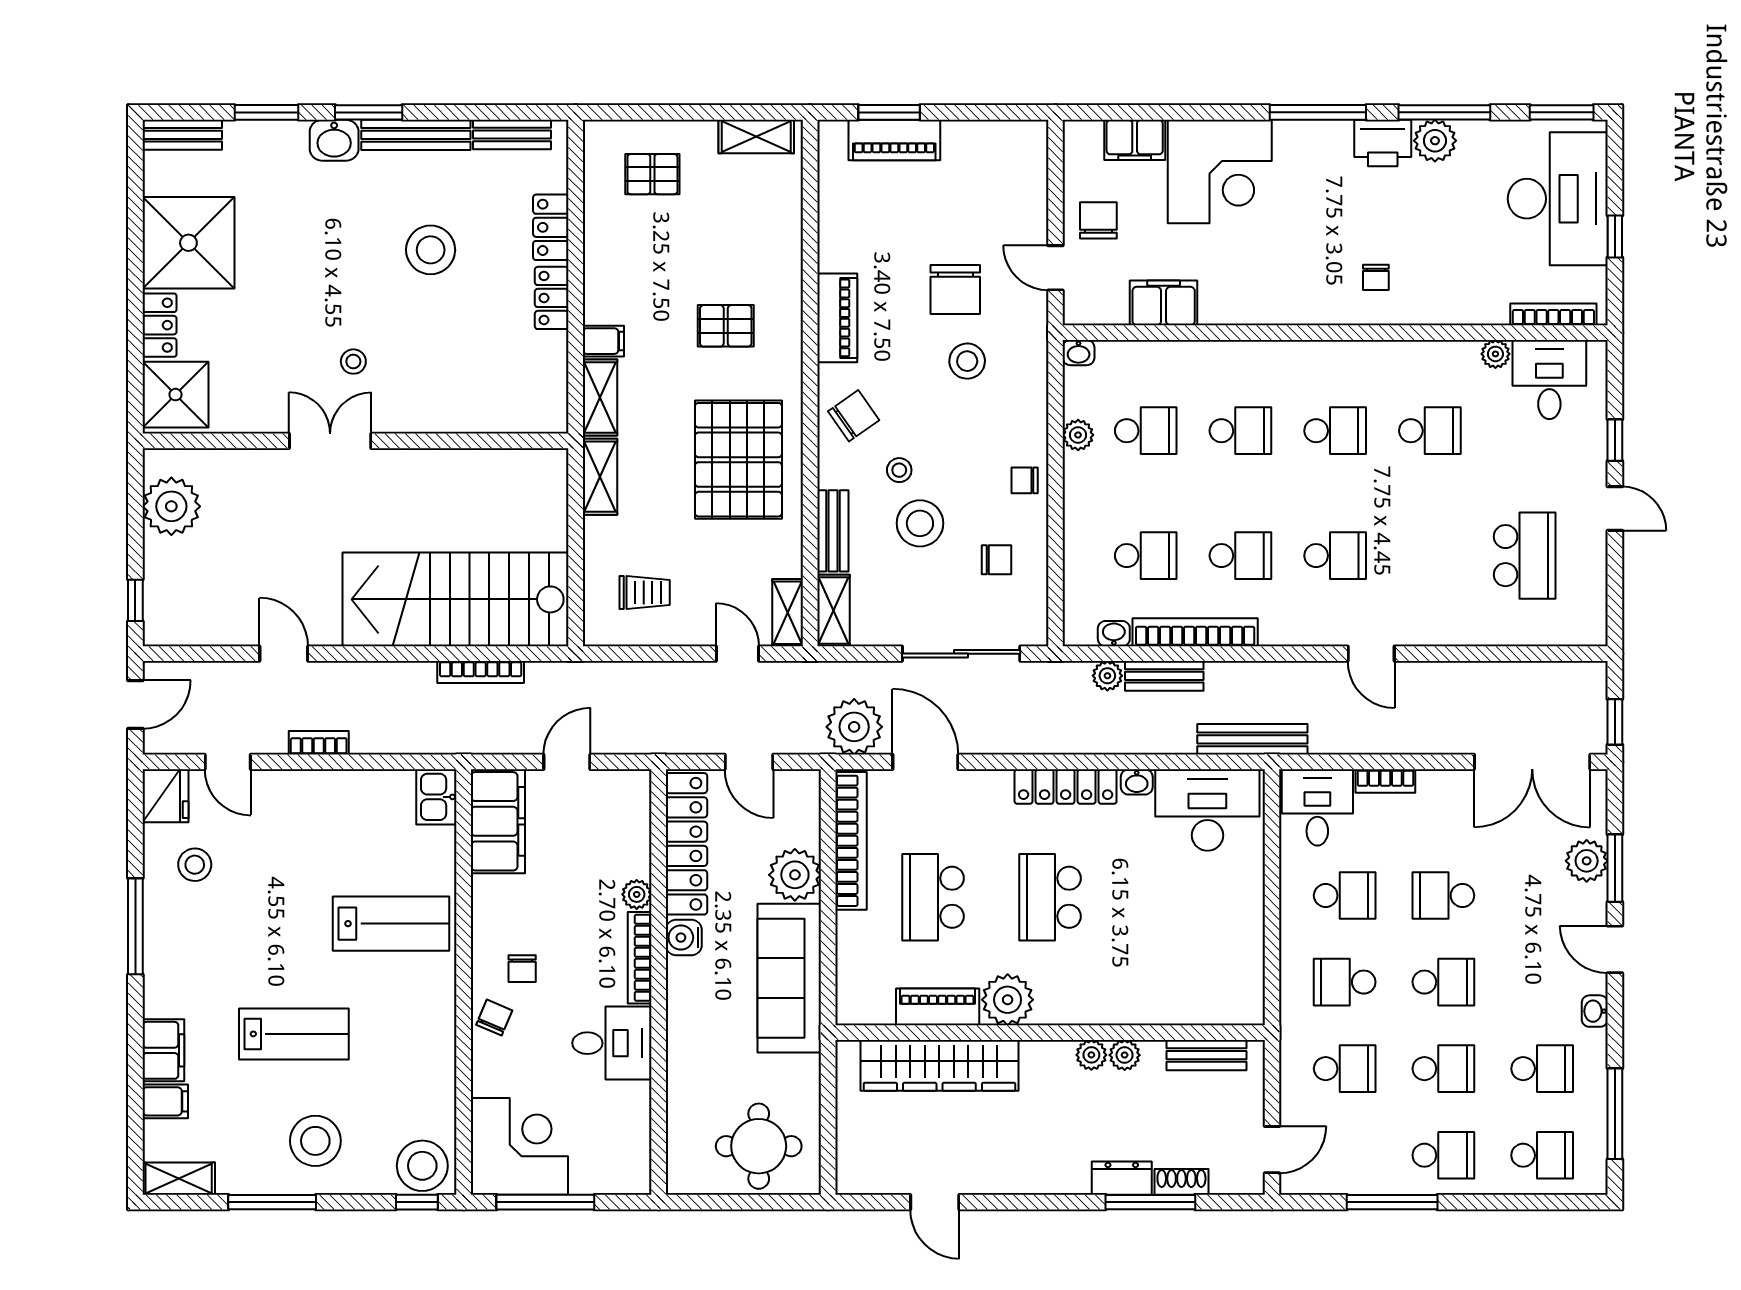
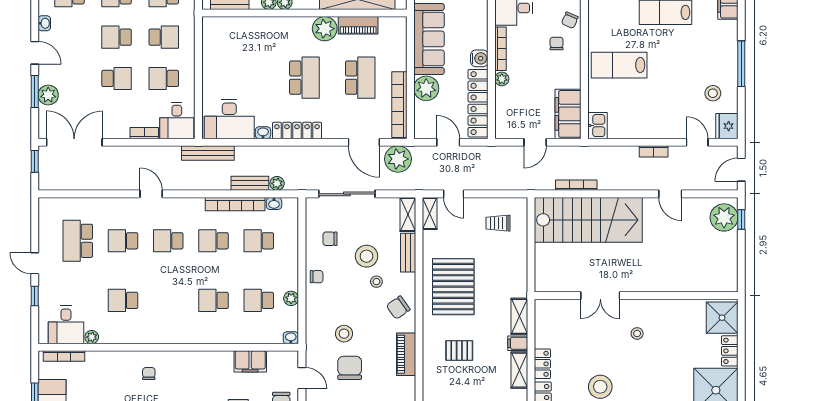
school desk: (1335, 431) -> (123, 241), moved
double door: (330, 441) -> (600, 296), moved
shelving: (600, 477) -> (519, 370), moved
plant: (171, 506) -> (724, 217), moved

